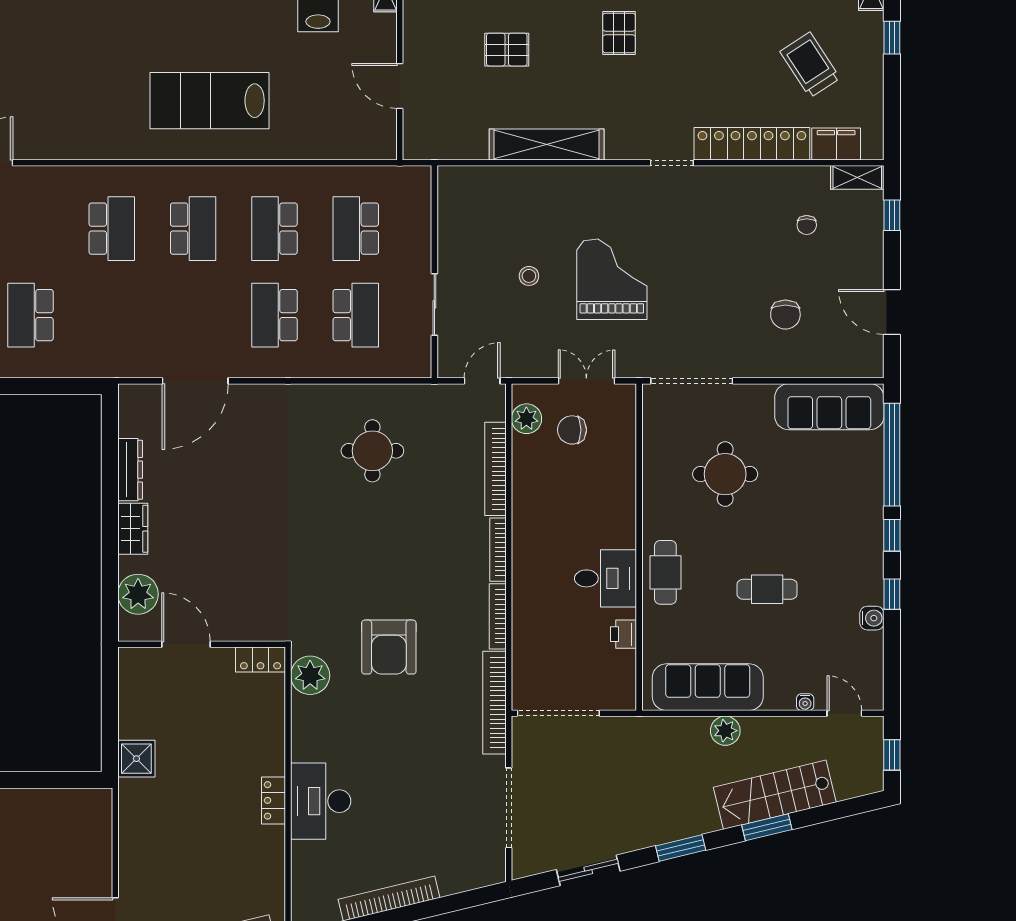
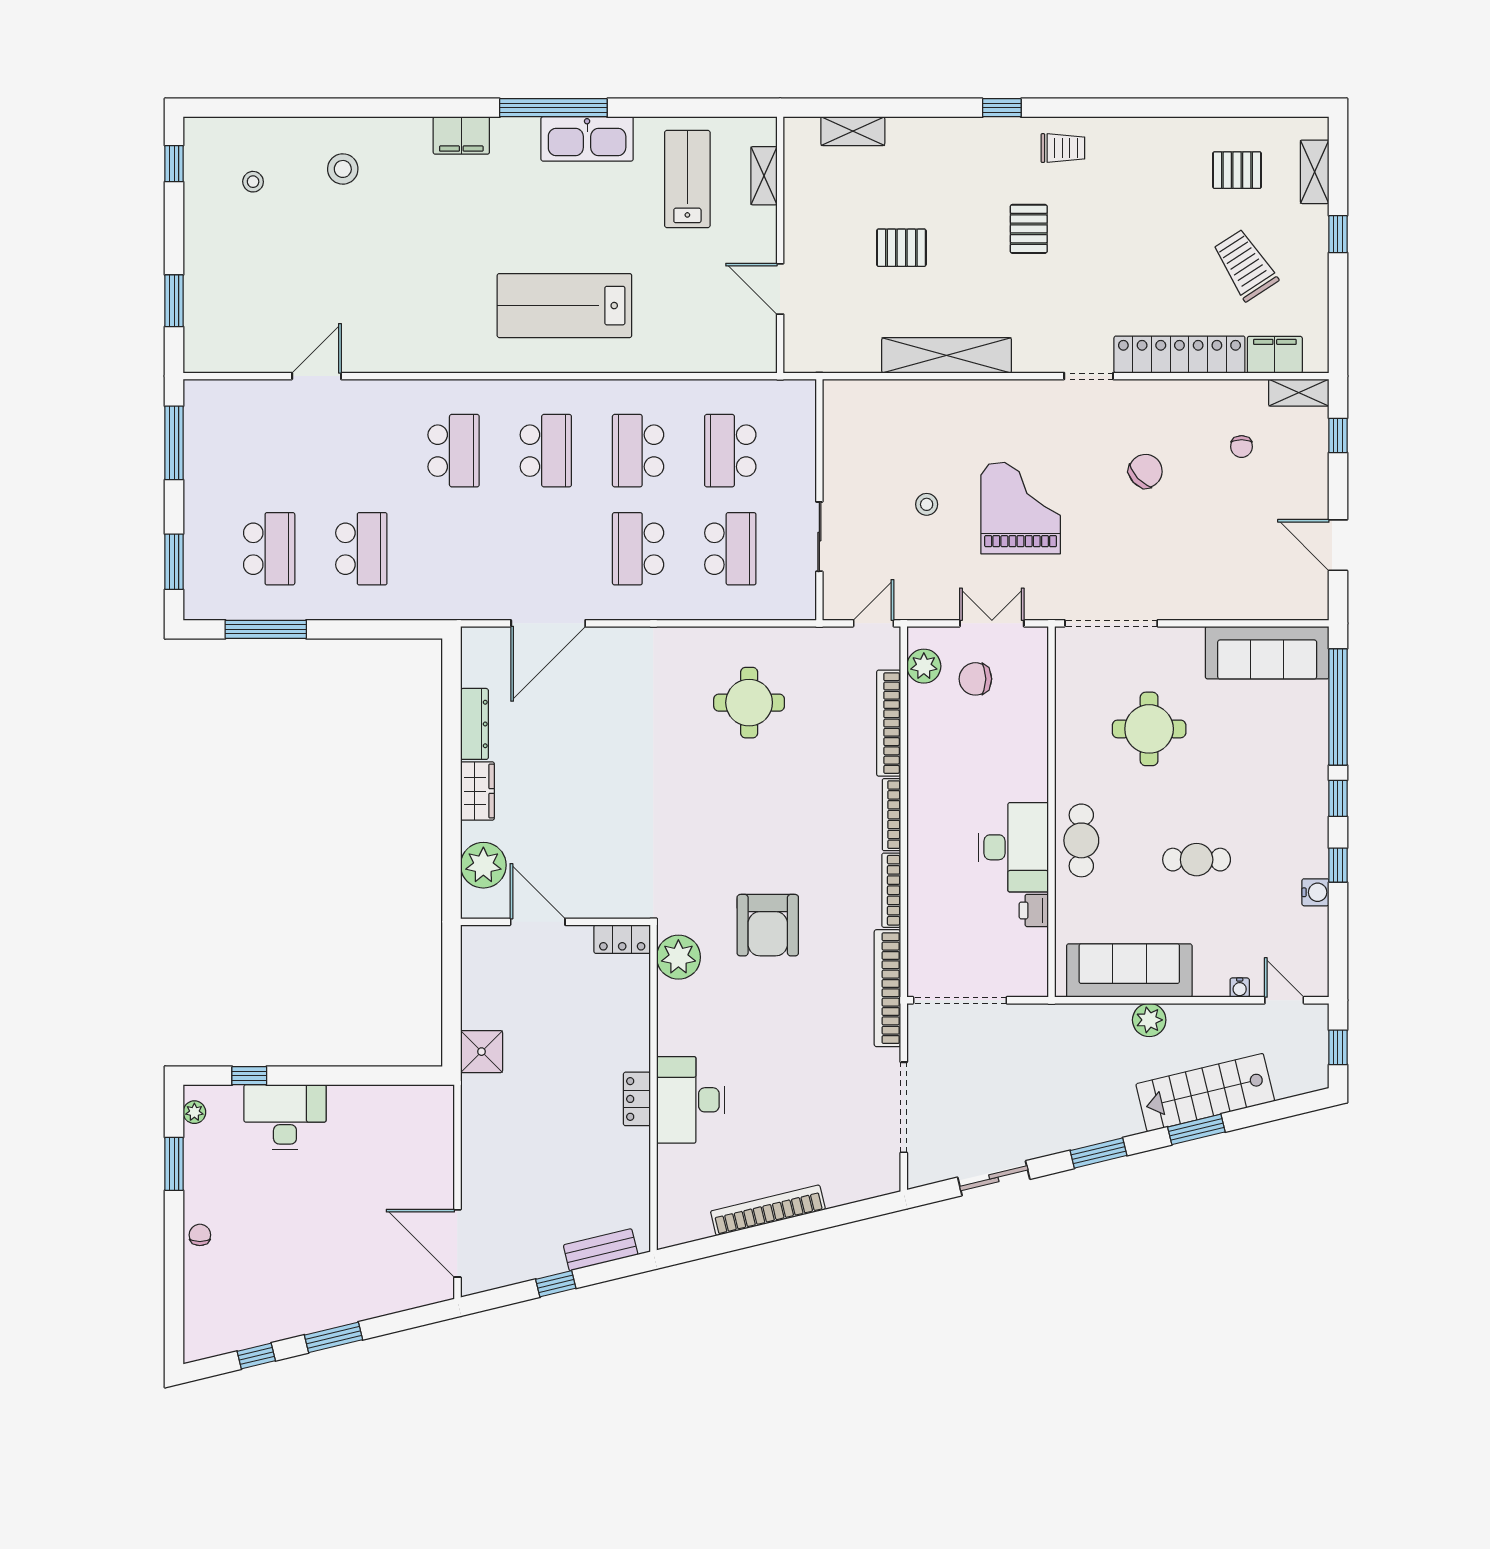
school desk: (30, 315) -> (361, 549), turned 180
chair: (785, 315) -> (1145, 471), moved, turned -133
desk: (606, 578) -> (1013, 847), width x1.37

